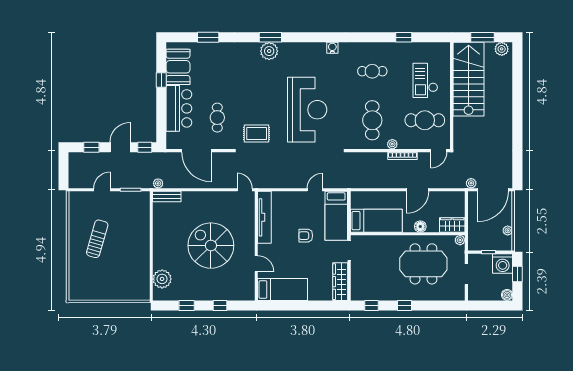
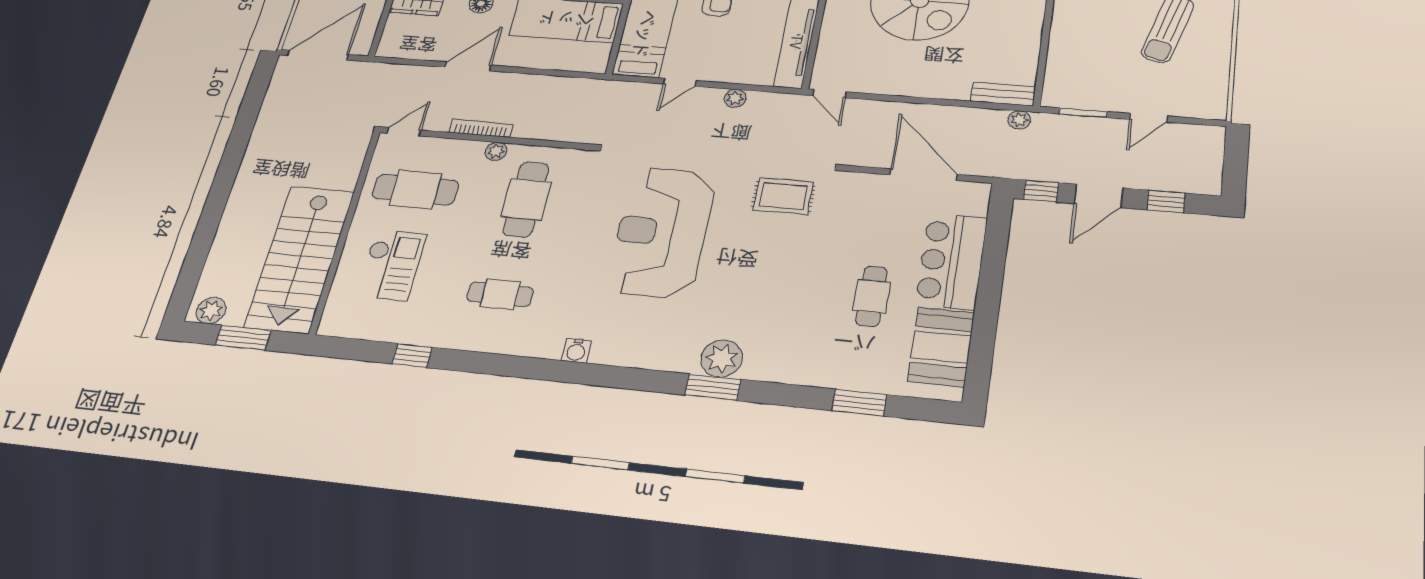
window: (161, 80) -> (985, 323), removed
cafe table: (217, 118) -> (872, 296), moved
plant: (471, 183) -> (735, 98), moved

